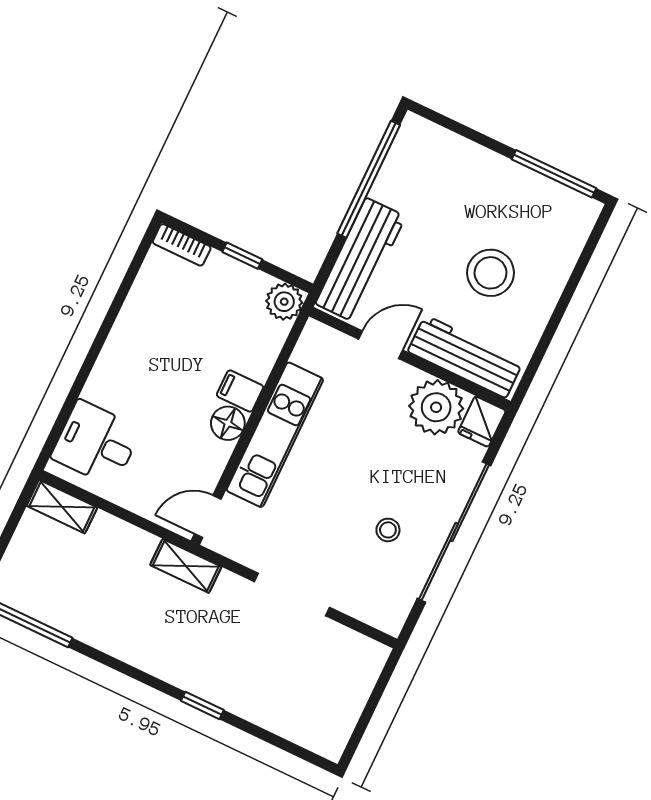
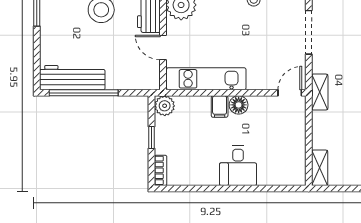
workbench: (360, 260) -> (72, 78), moved
kitchen unit: (275, 435) -> (206, 79), moved
desk: (96, 443) -> (238, 166), moved
door: (208, 517) -> (290, 93), swing flipped

